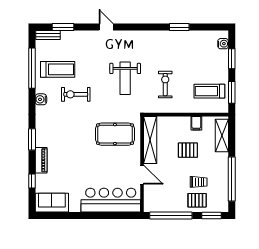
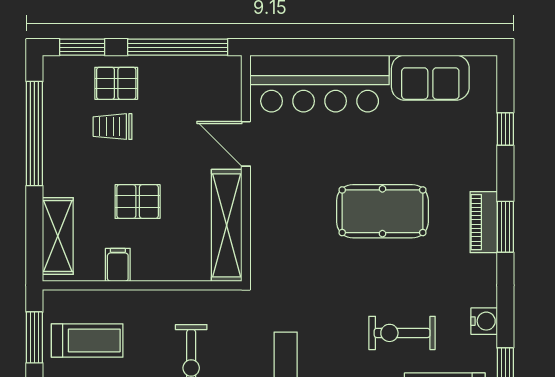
exercise bike: (76, 94) -> (402, 333), turned 180
pool table: (115, 134) -> (382, 211), moved
piano: (41, 160) -> (484, 222), moved
sofa: (52, 203) -> (430, 78), moved

